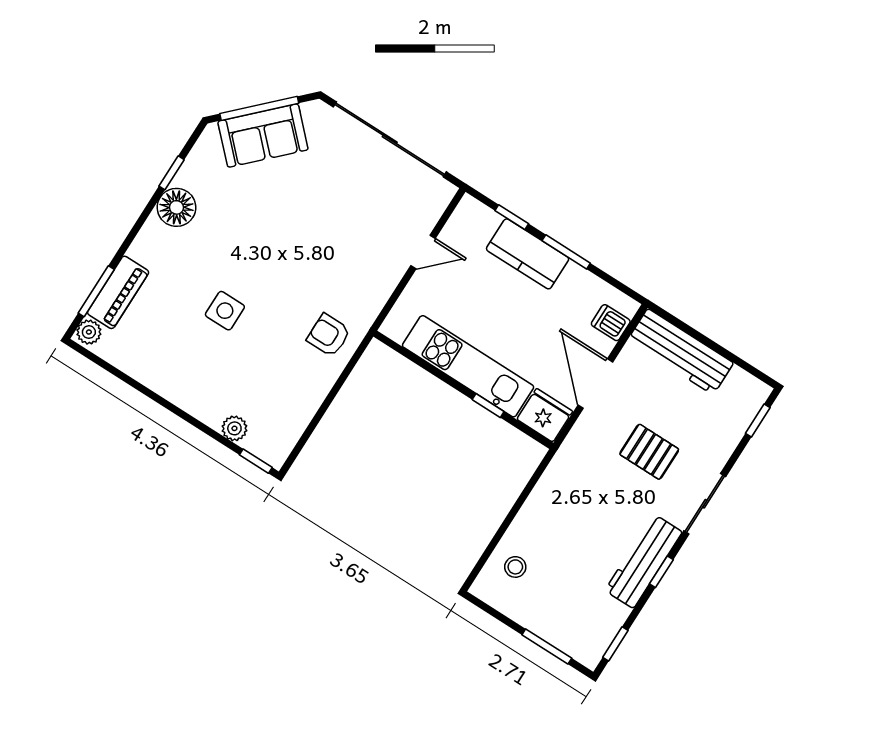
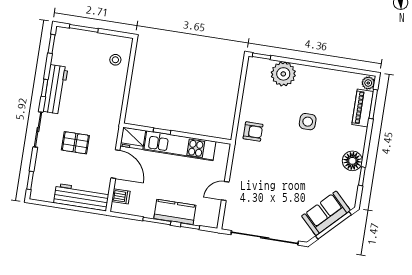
plant: (234, 428) -> (283, 74), width x1.88, depth x1.88

